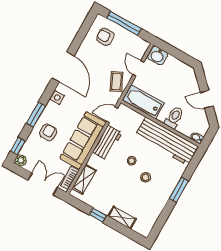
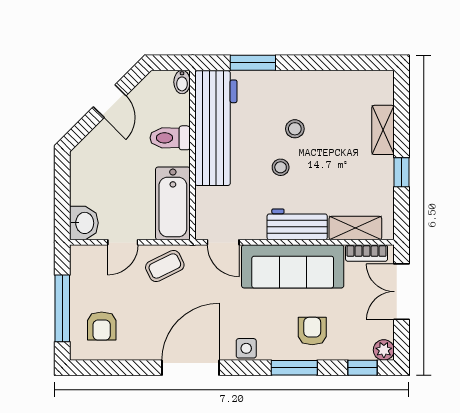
armchair: (48, 132) -> (312, 331), turned 90
workbench: (107, 143) -> (297, 224), moved
window: (179, 190) -> (253, 63), moved

